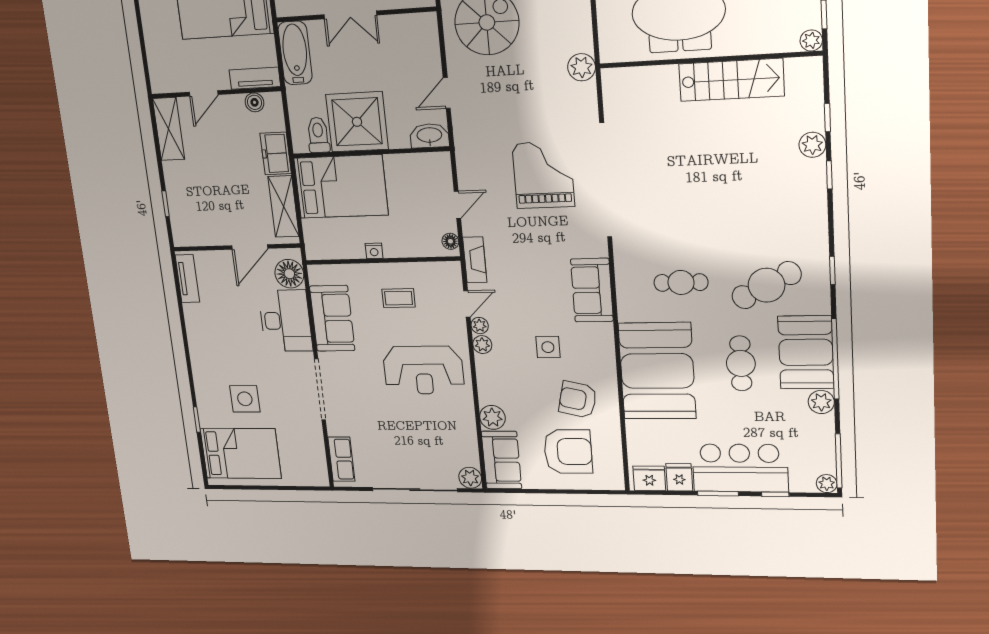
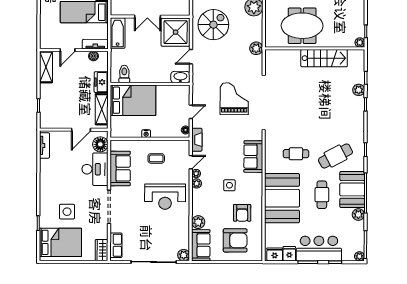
shower: (357, 122) -> (176, 32), moved
armchair: (578, 400) -> (242, 213), turned -103
wardrobe: (316, 467) -> (101, 250), added

